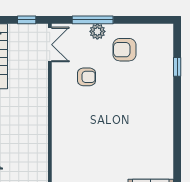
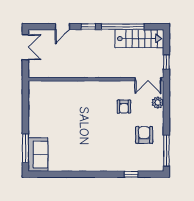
window: (93, 20) -> (166, 151), moved
plant: (97, 31) -> (158, 103), moved

